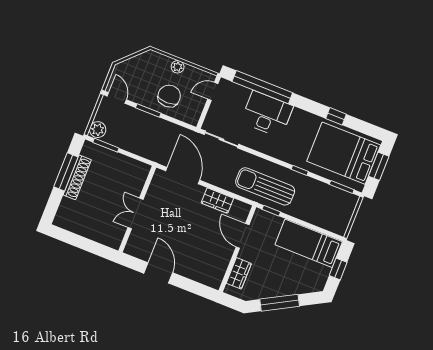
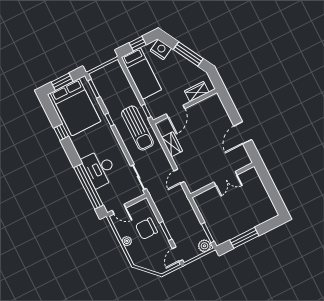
door: (183, 176) -> (179, 176), width x0.53
shoe rack: (77, 177) -> (240, 229), removed
nightstand: (310, 283) -> (161, 50), added

